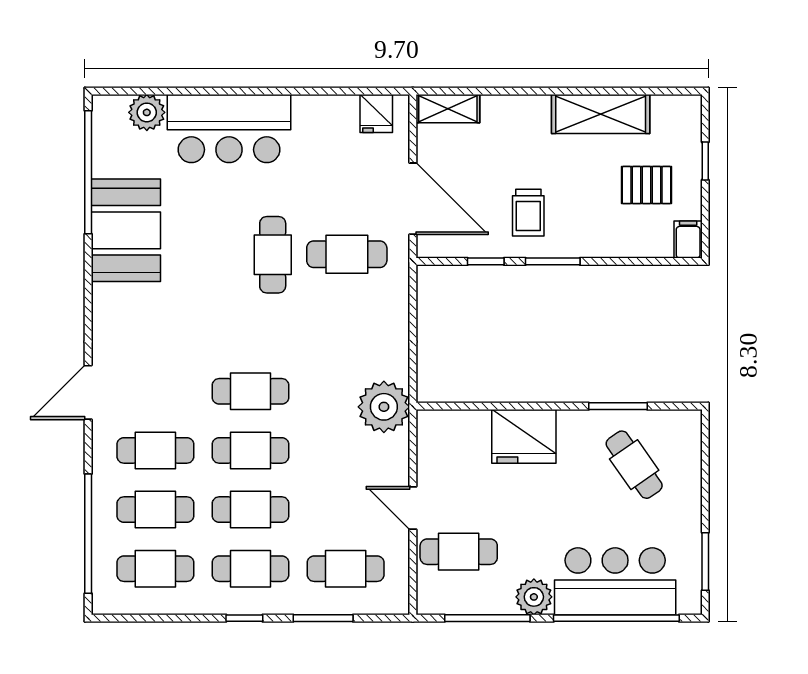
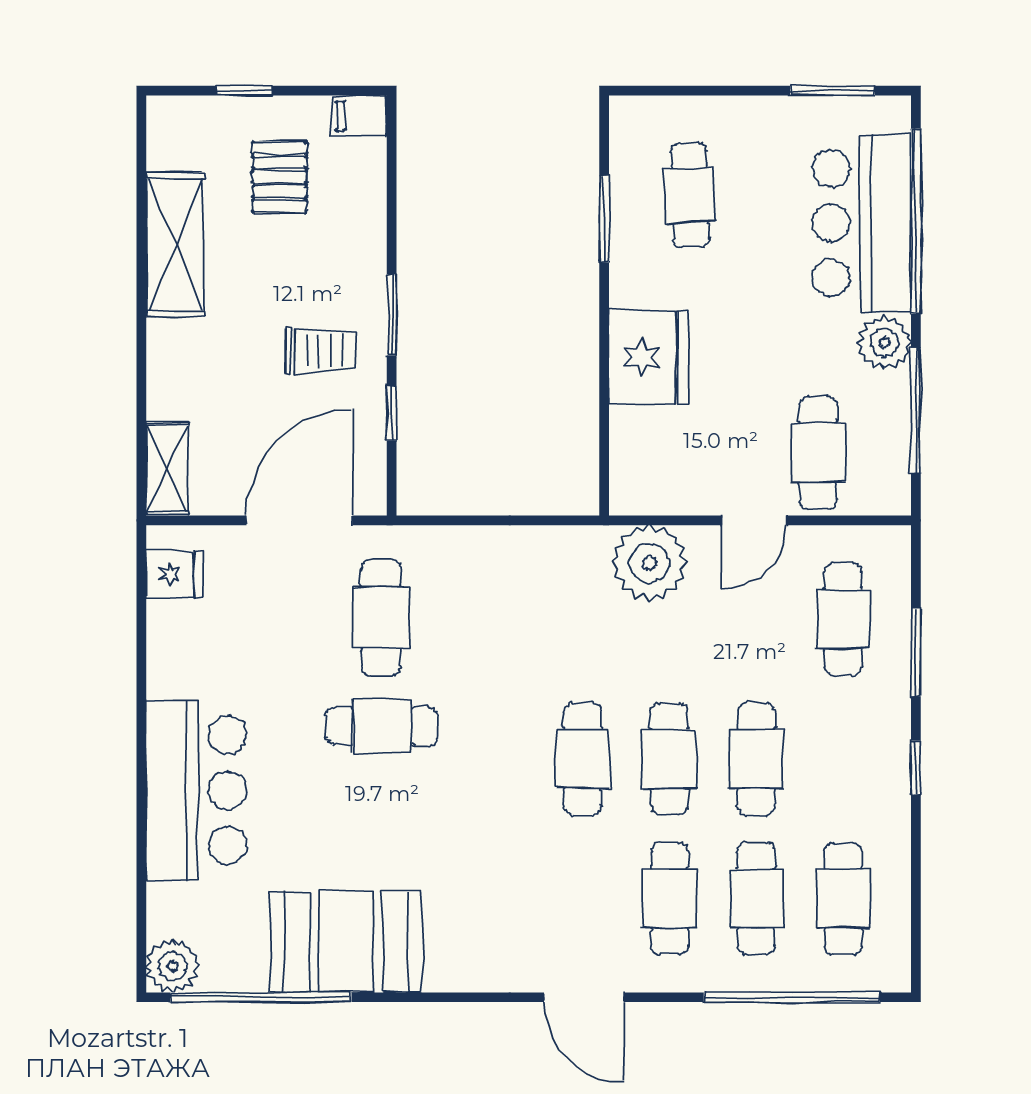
plant: (147, 112) -> (173, 966), moved
plant: (384, 407) -> (649, 563), moved
cafe table: (634, 465) -> (690, 195), turned -57
cafe table: (250, 569) -> (843, 759), removed

